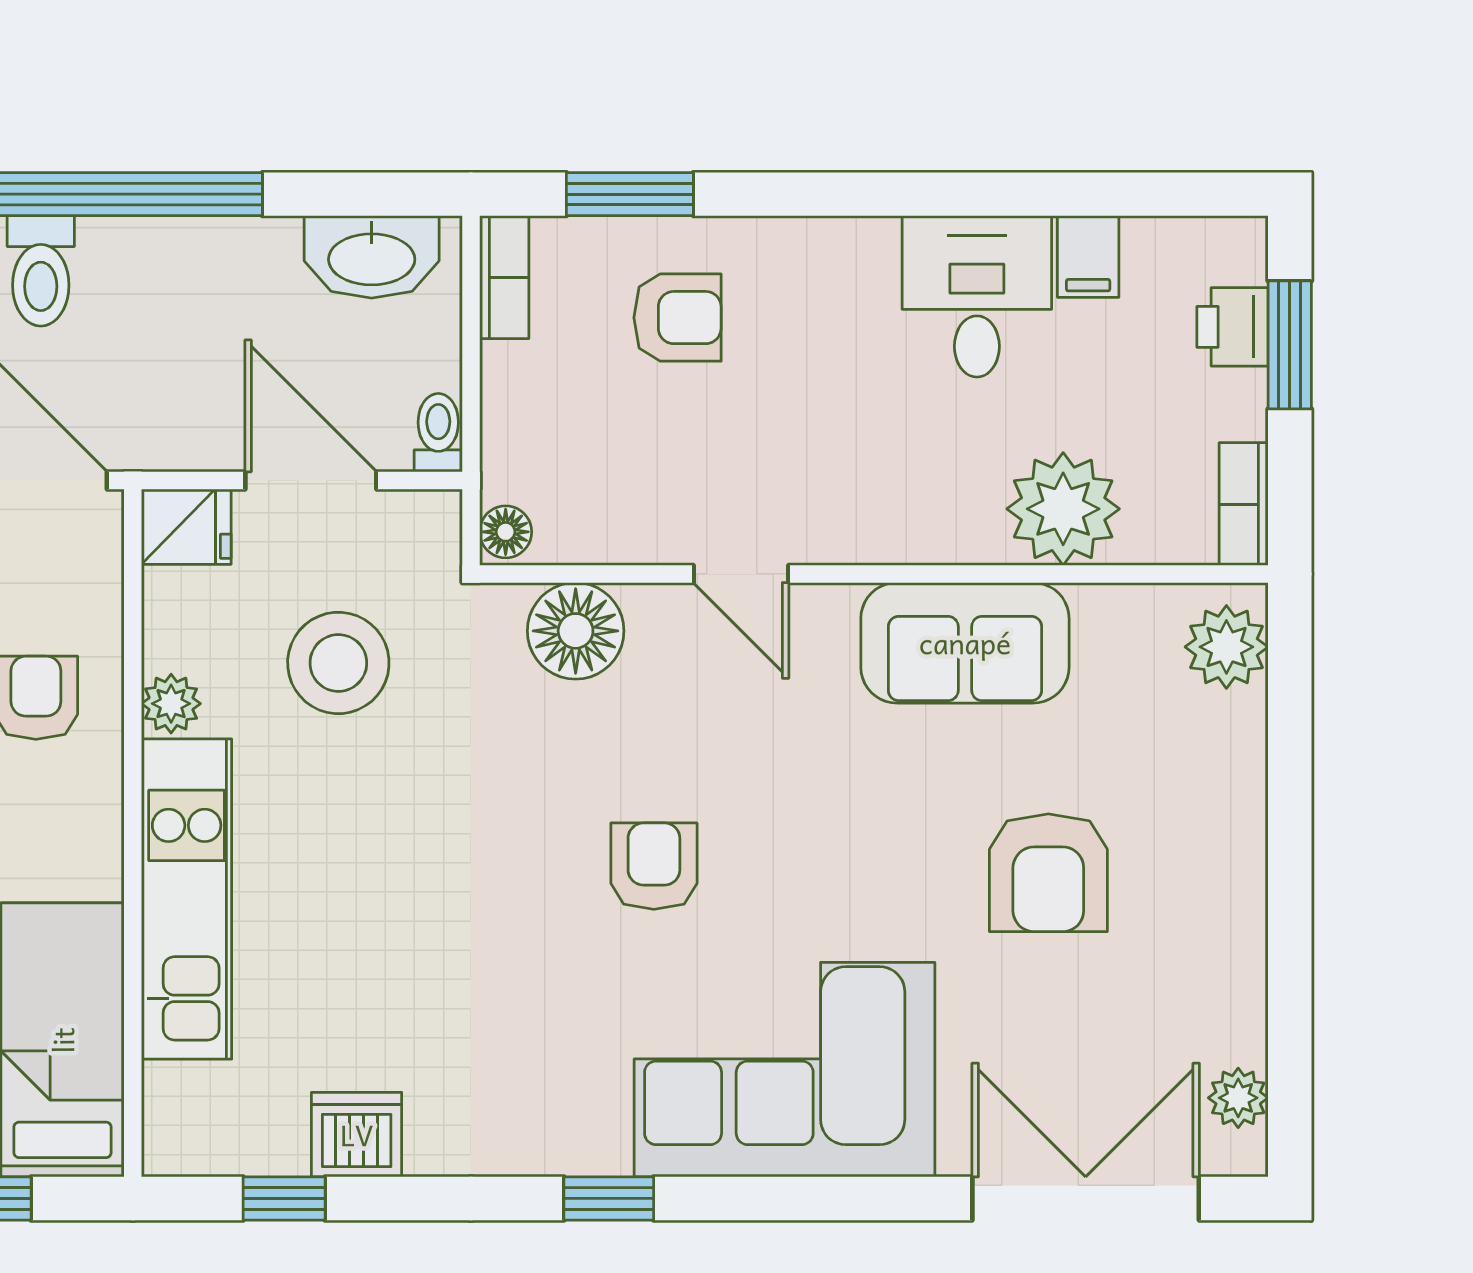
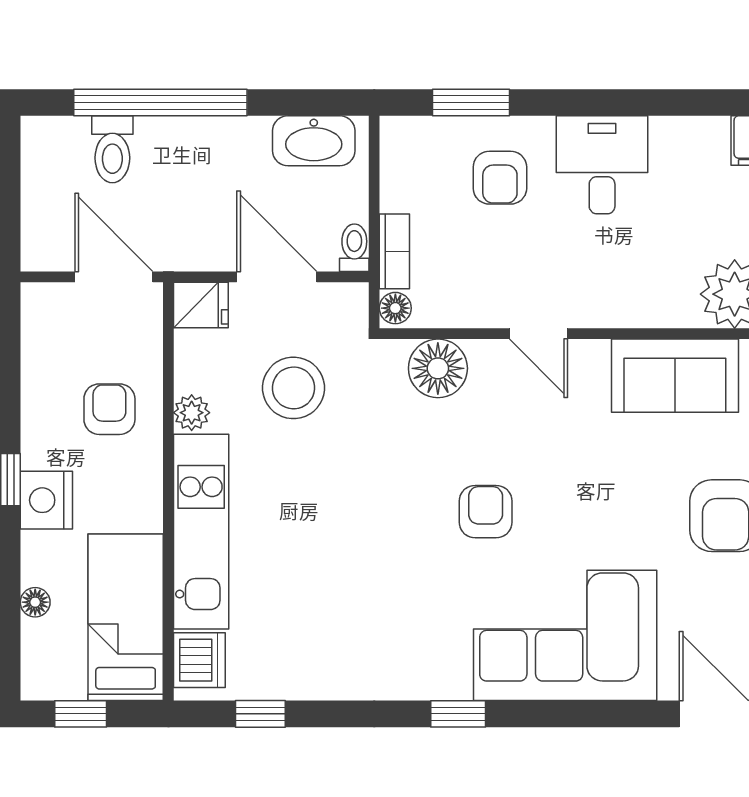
bookcase: (504, 277) -> (394, 251), moved
desk: (977, 296) -> (602, 165), moved
armchair: (677, 318) -> (500, 178), turned 90
dishwasher: (357, 1135) -> (199, 660), moved, turned 90

